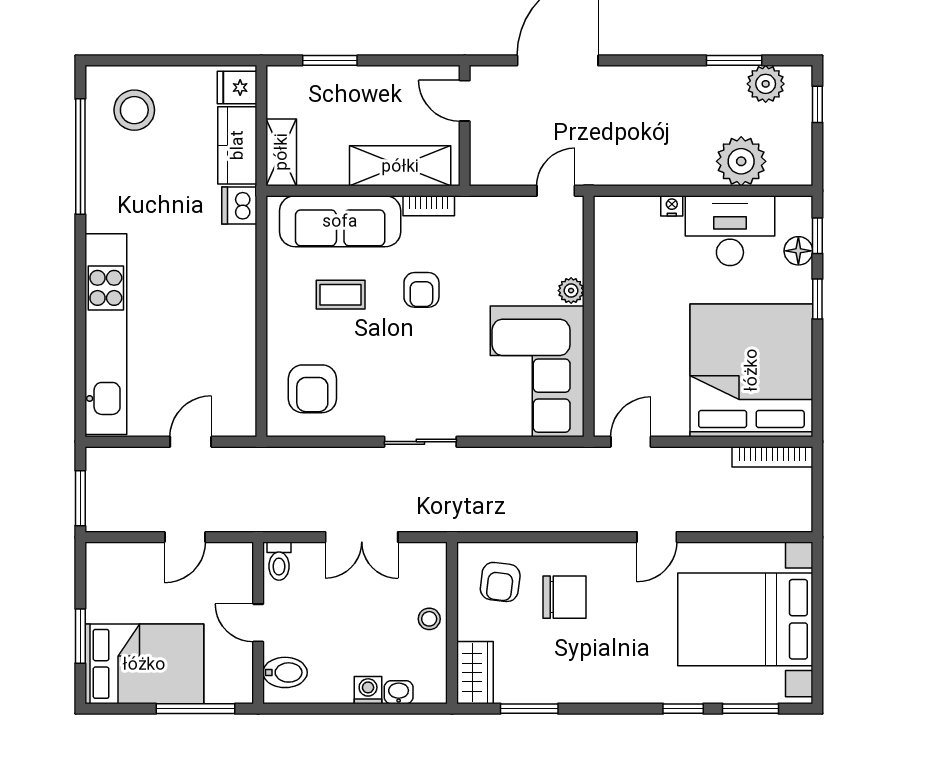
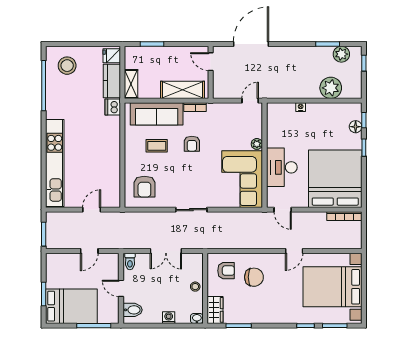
desk: (730, 231) -> (282, 167), moved, turned -90
door: (631, 442) -> (283, 210), swing flipped
armchair: (500, 582) -> (226, 271), turned -97
washbasin: (399, 692) -> (197, 318), moved

